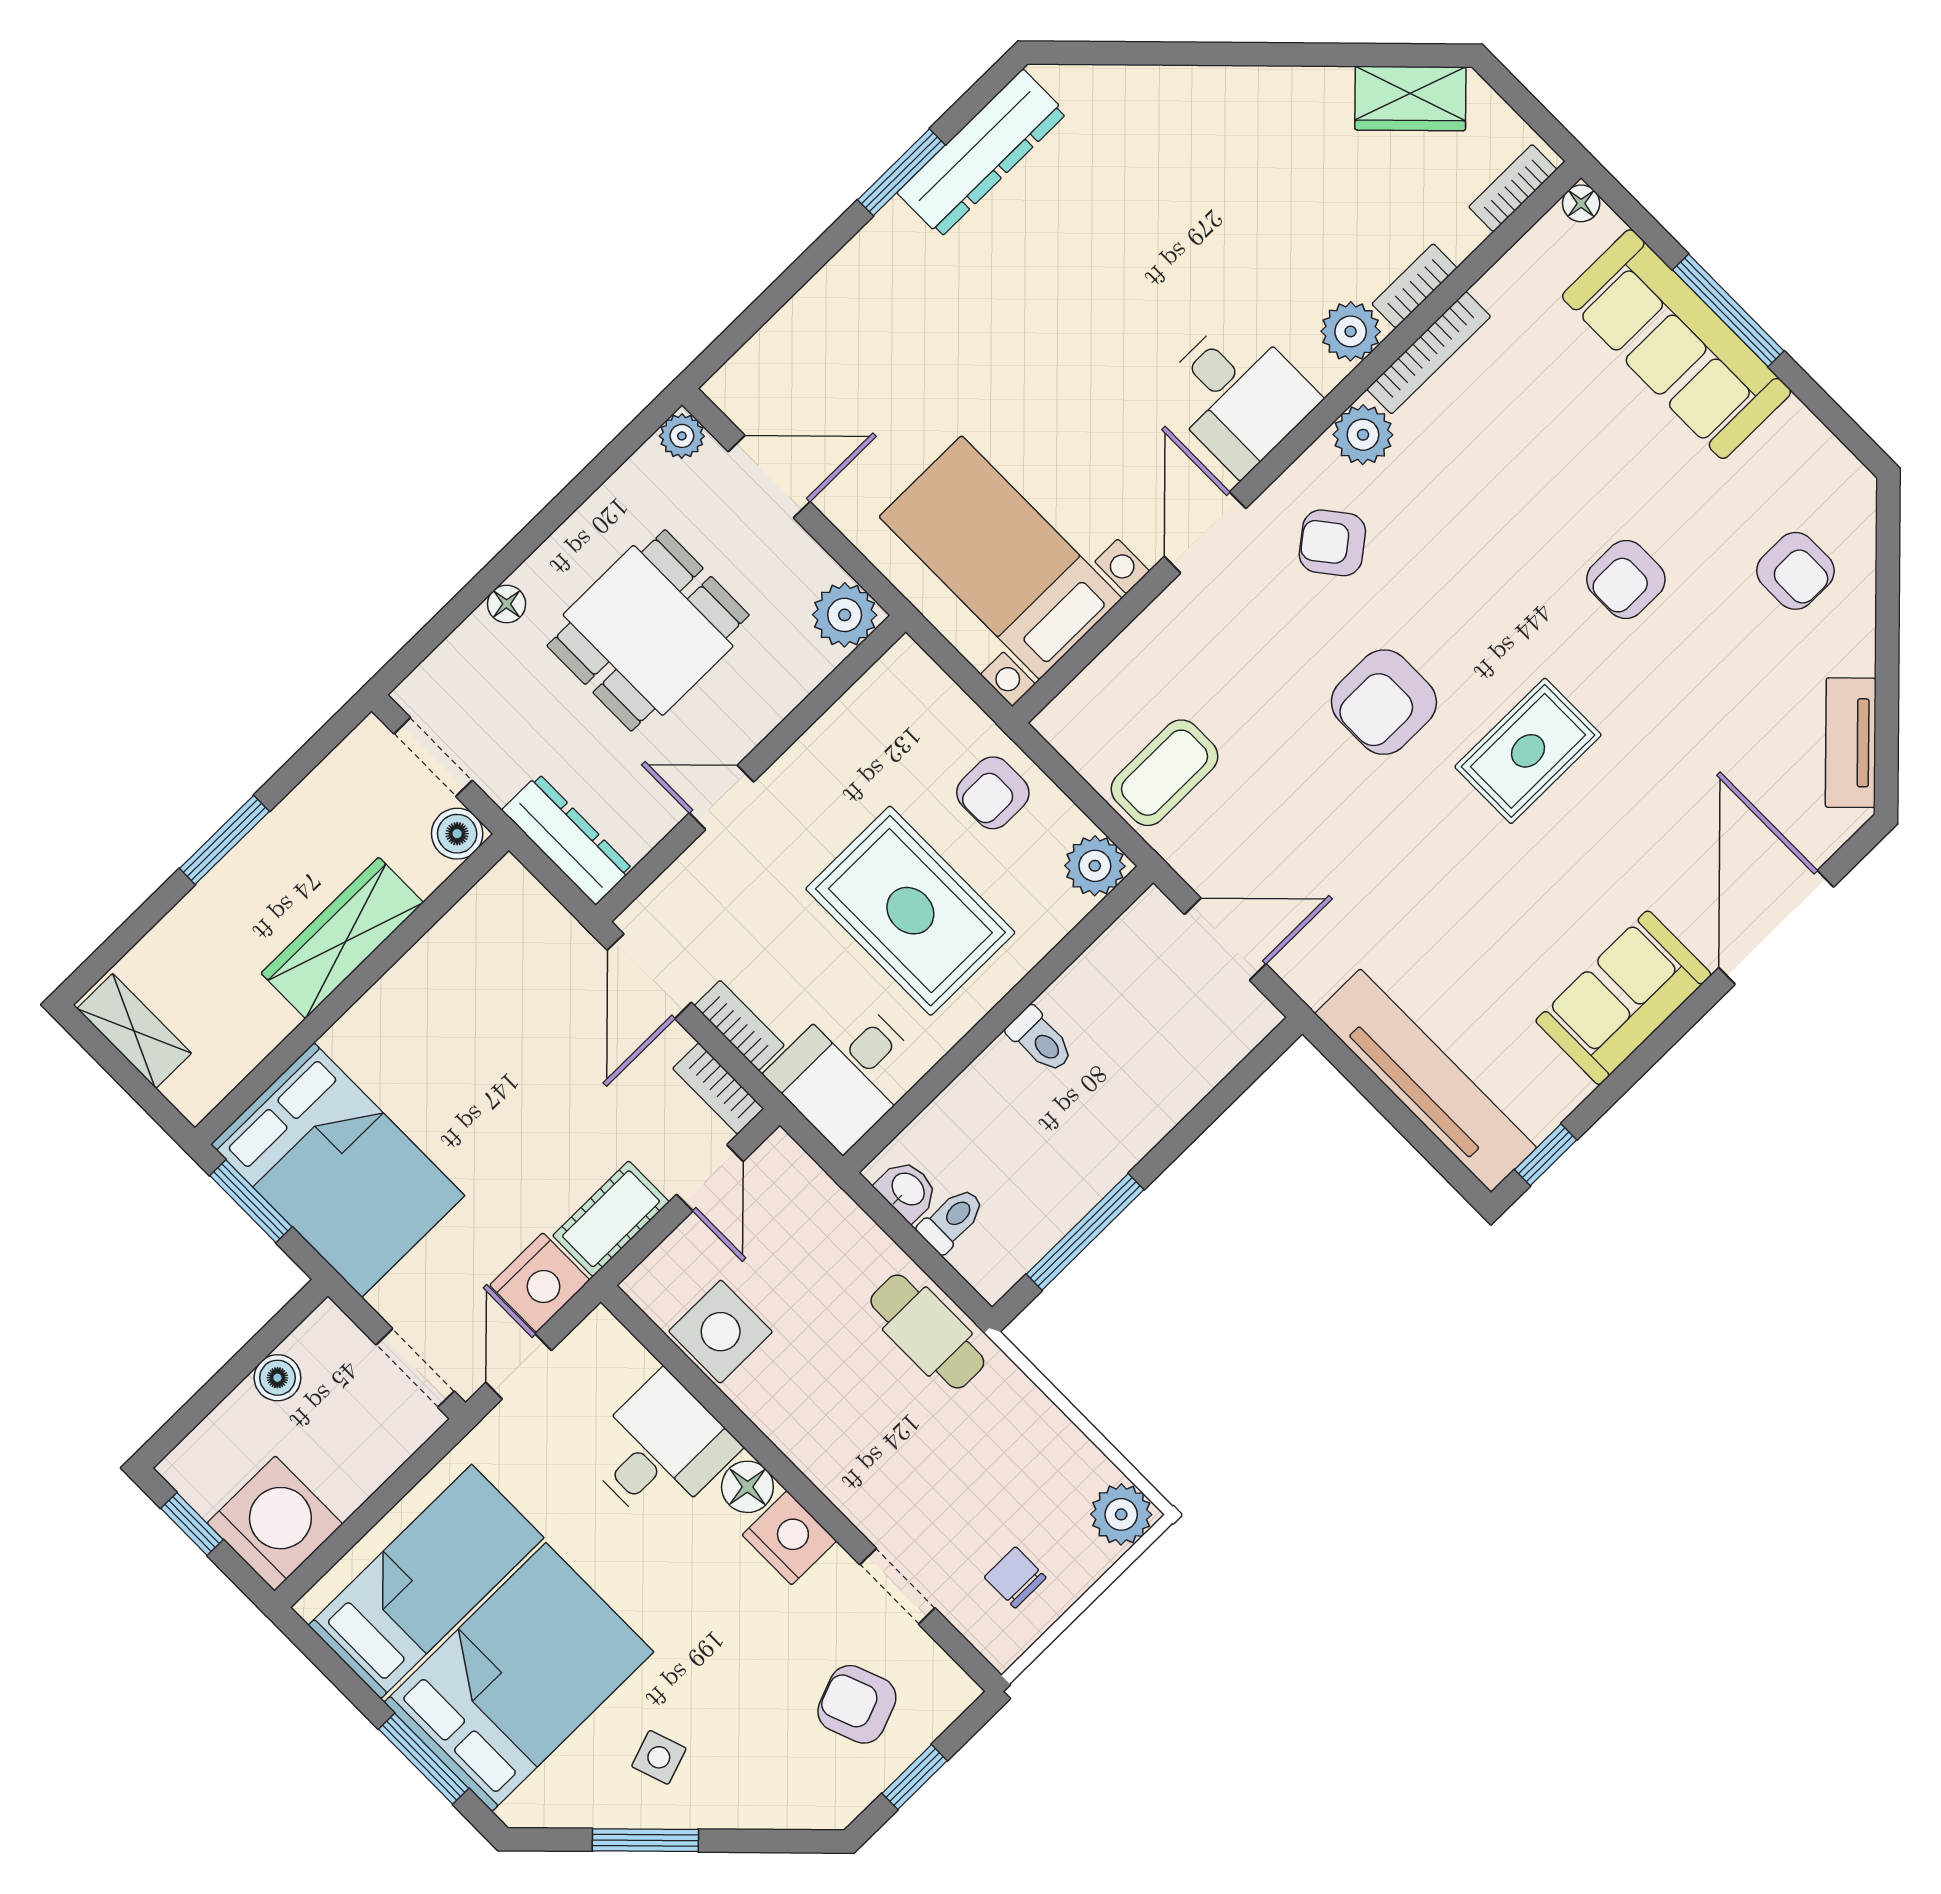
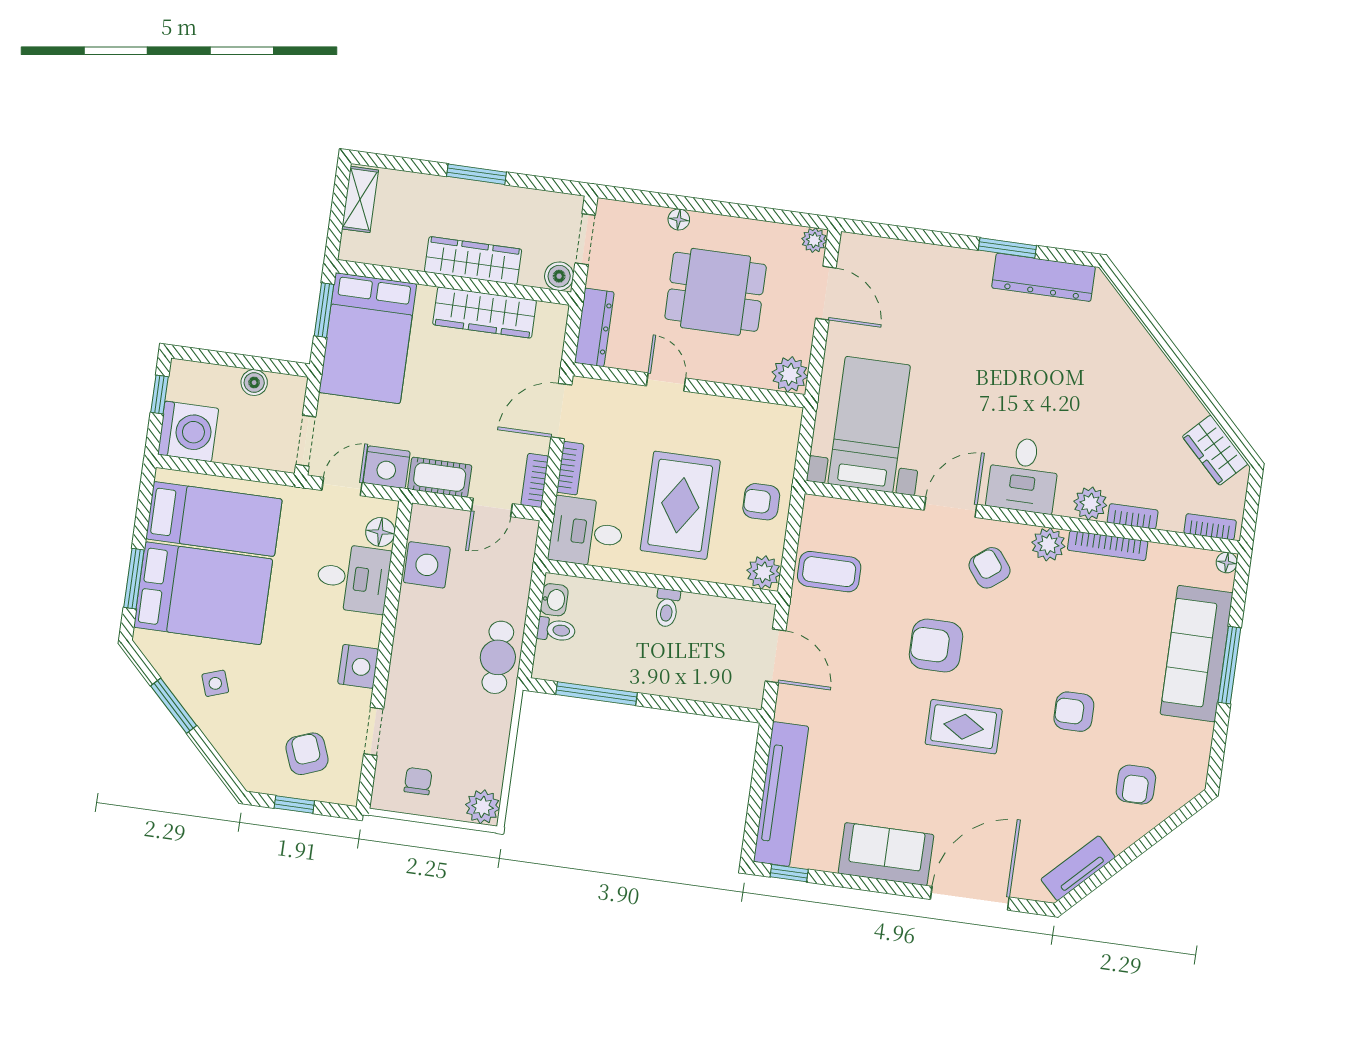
wardrobe: (428, 978) -> (485, 313), added
floor lamp: (747, 1487) -> (380, 532), moved

